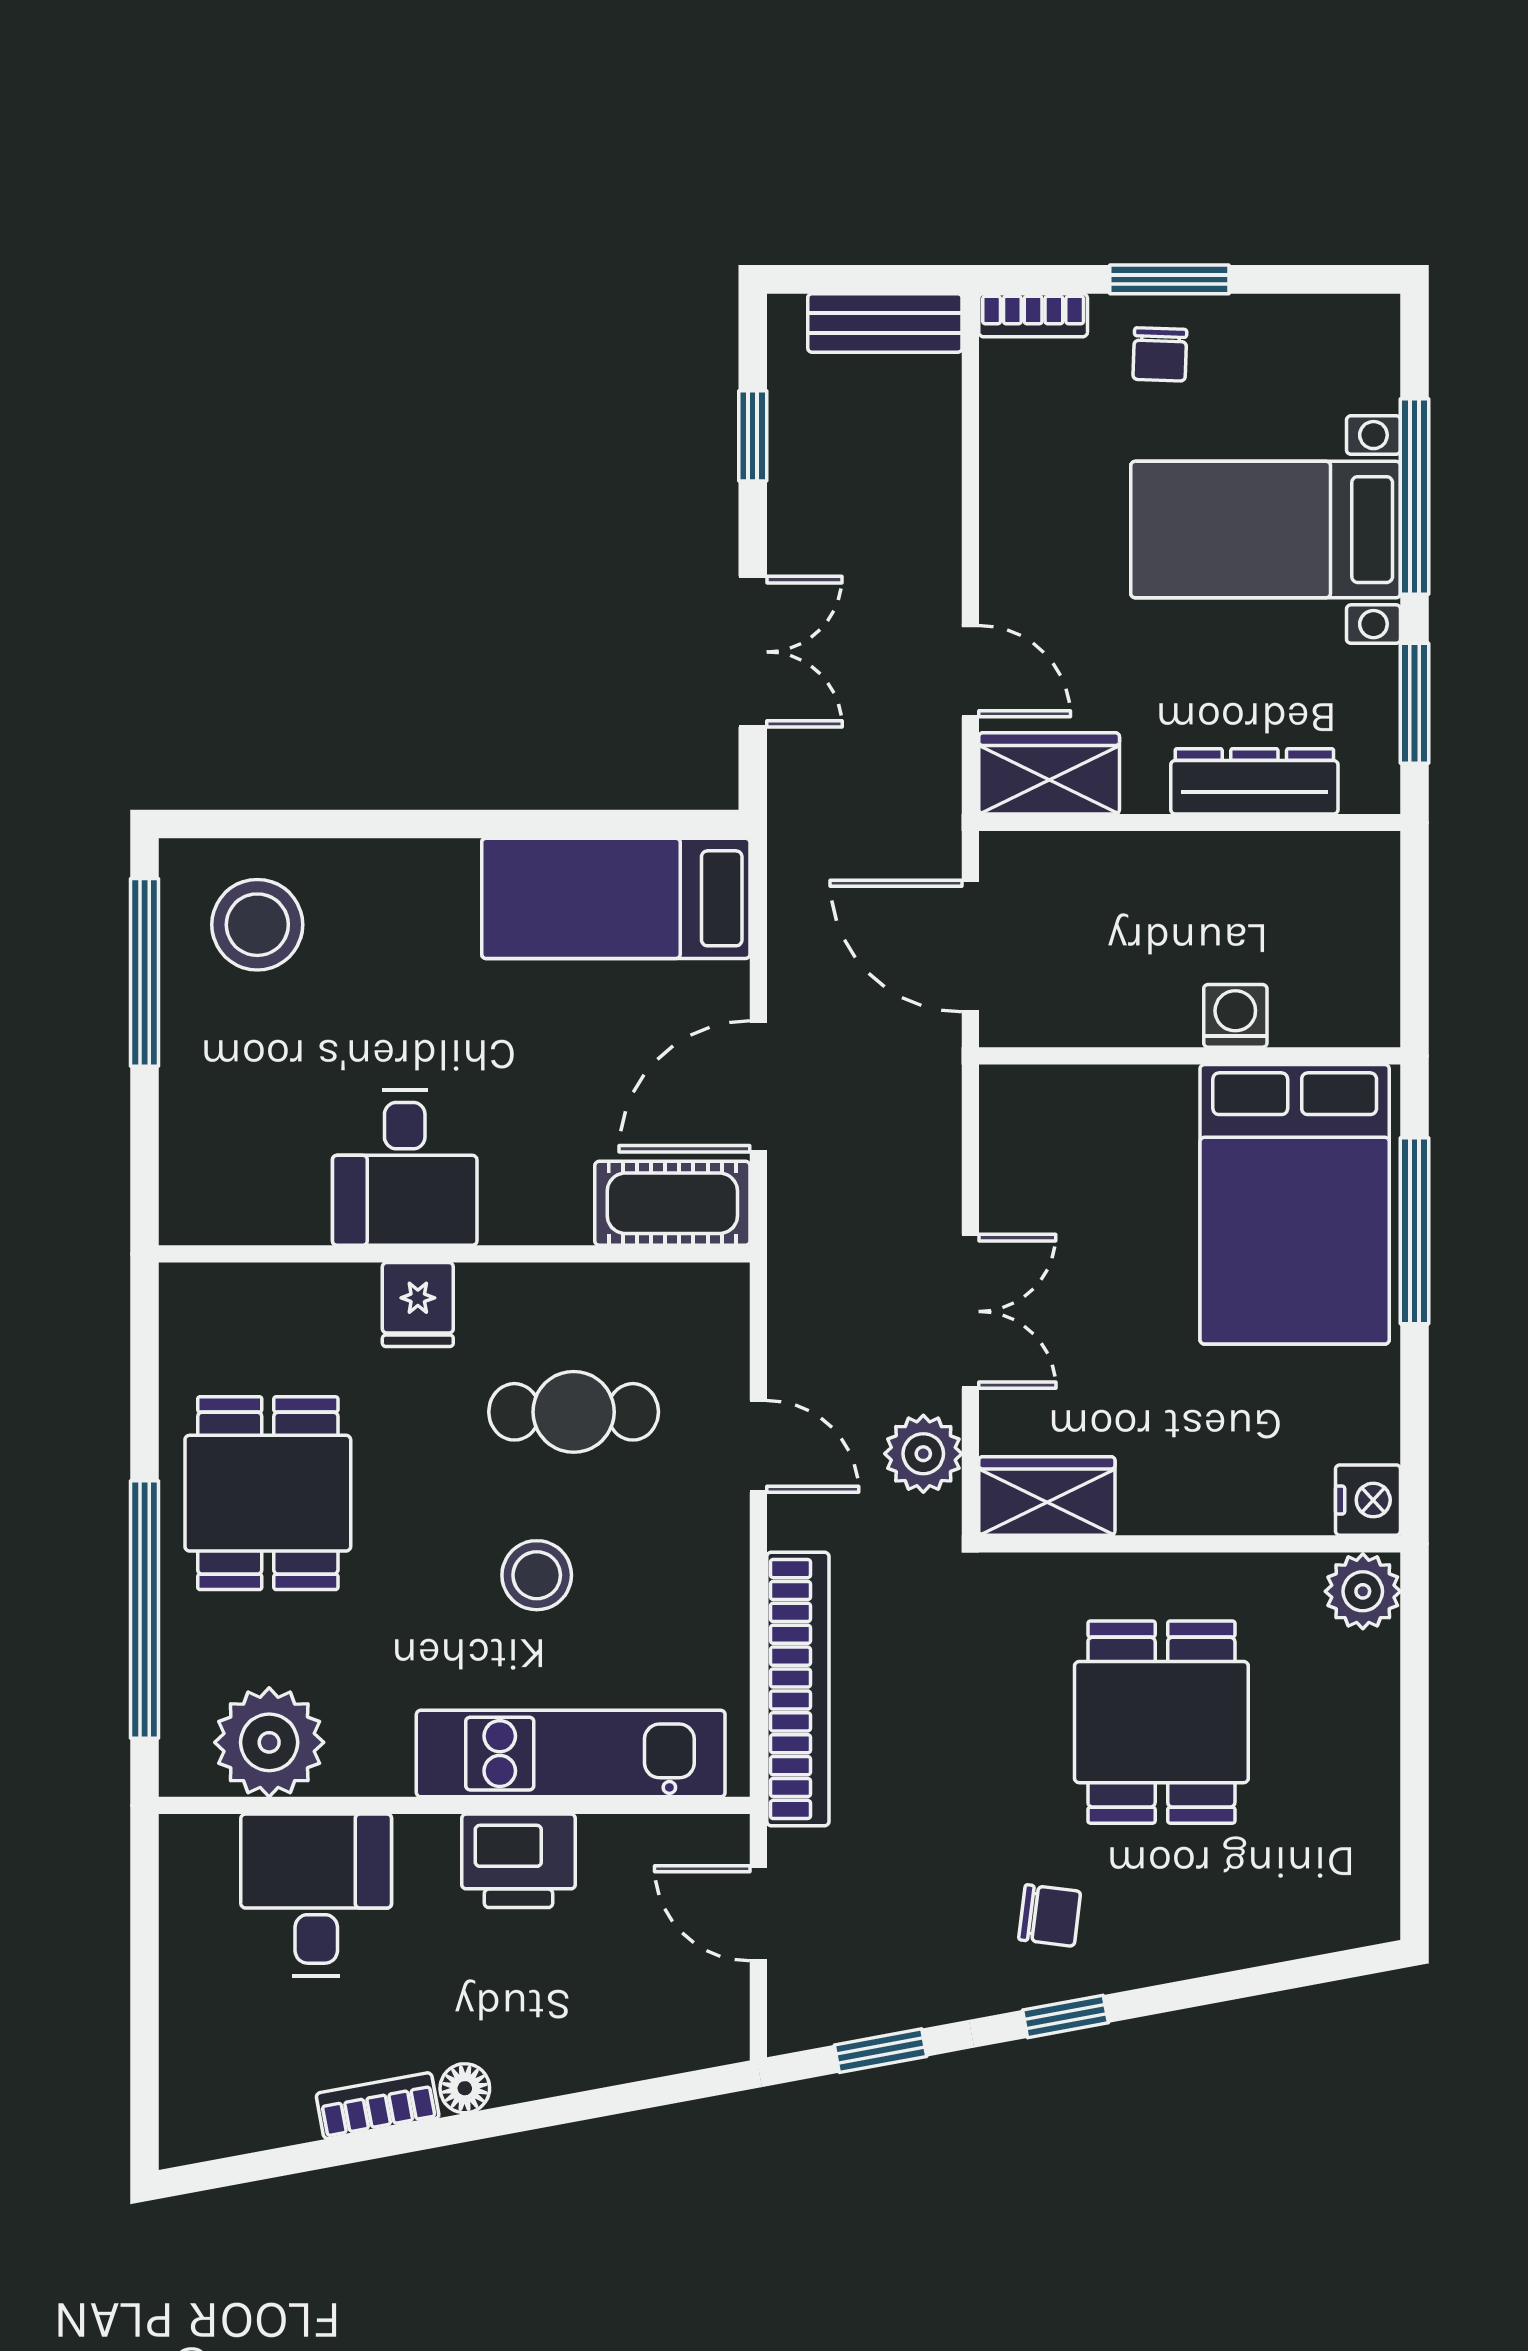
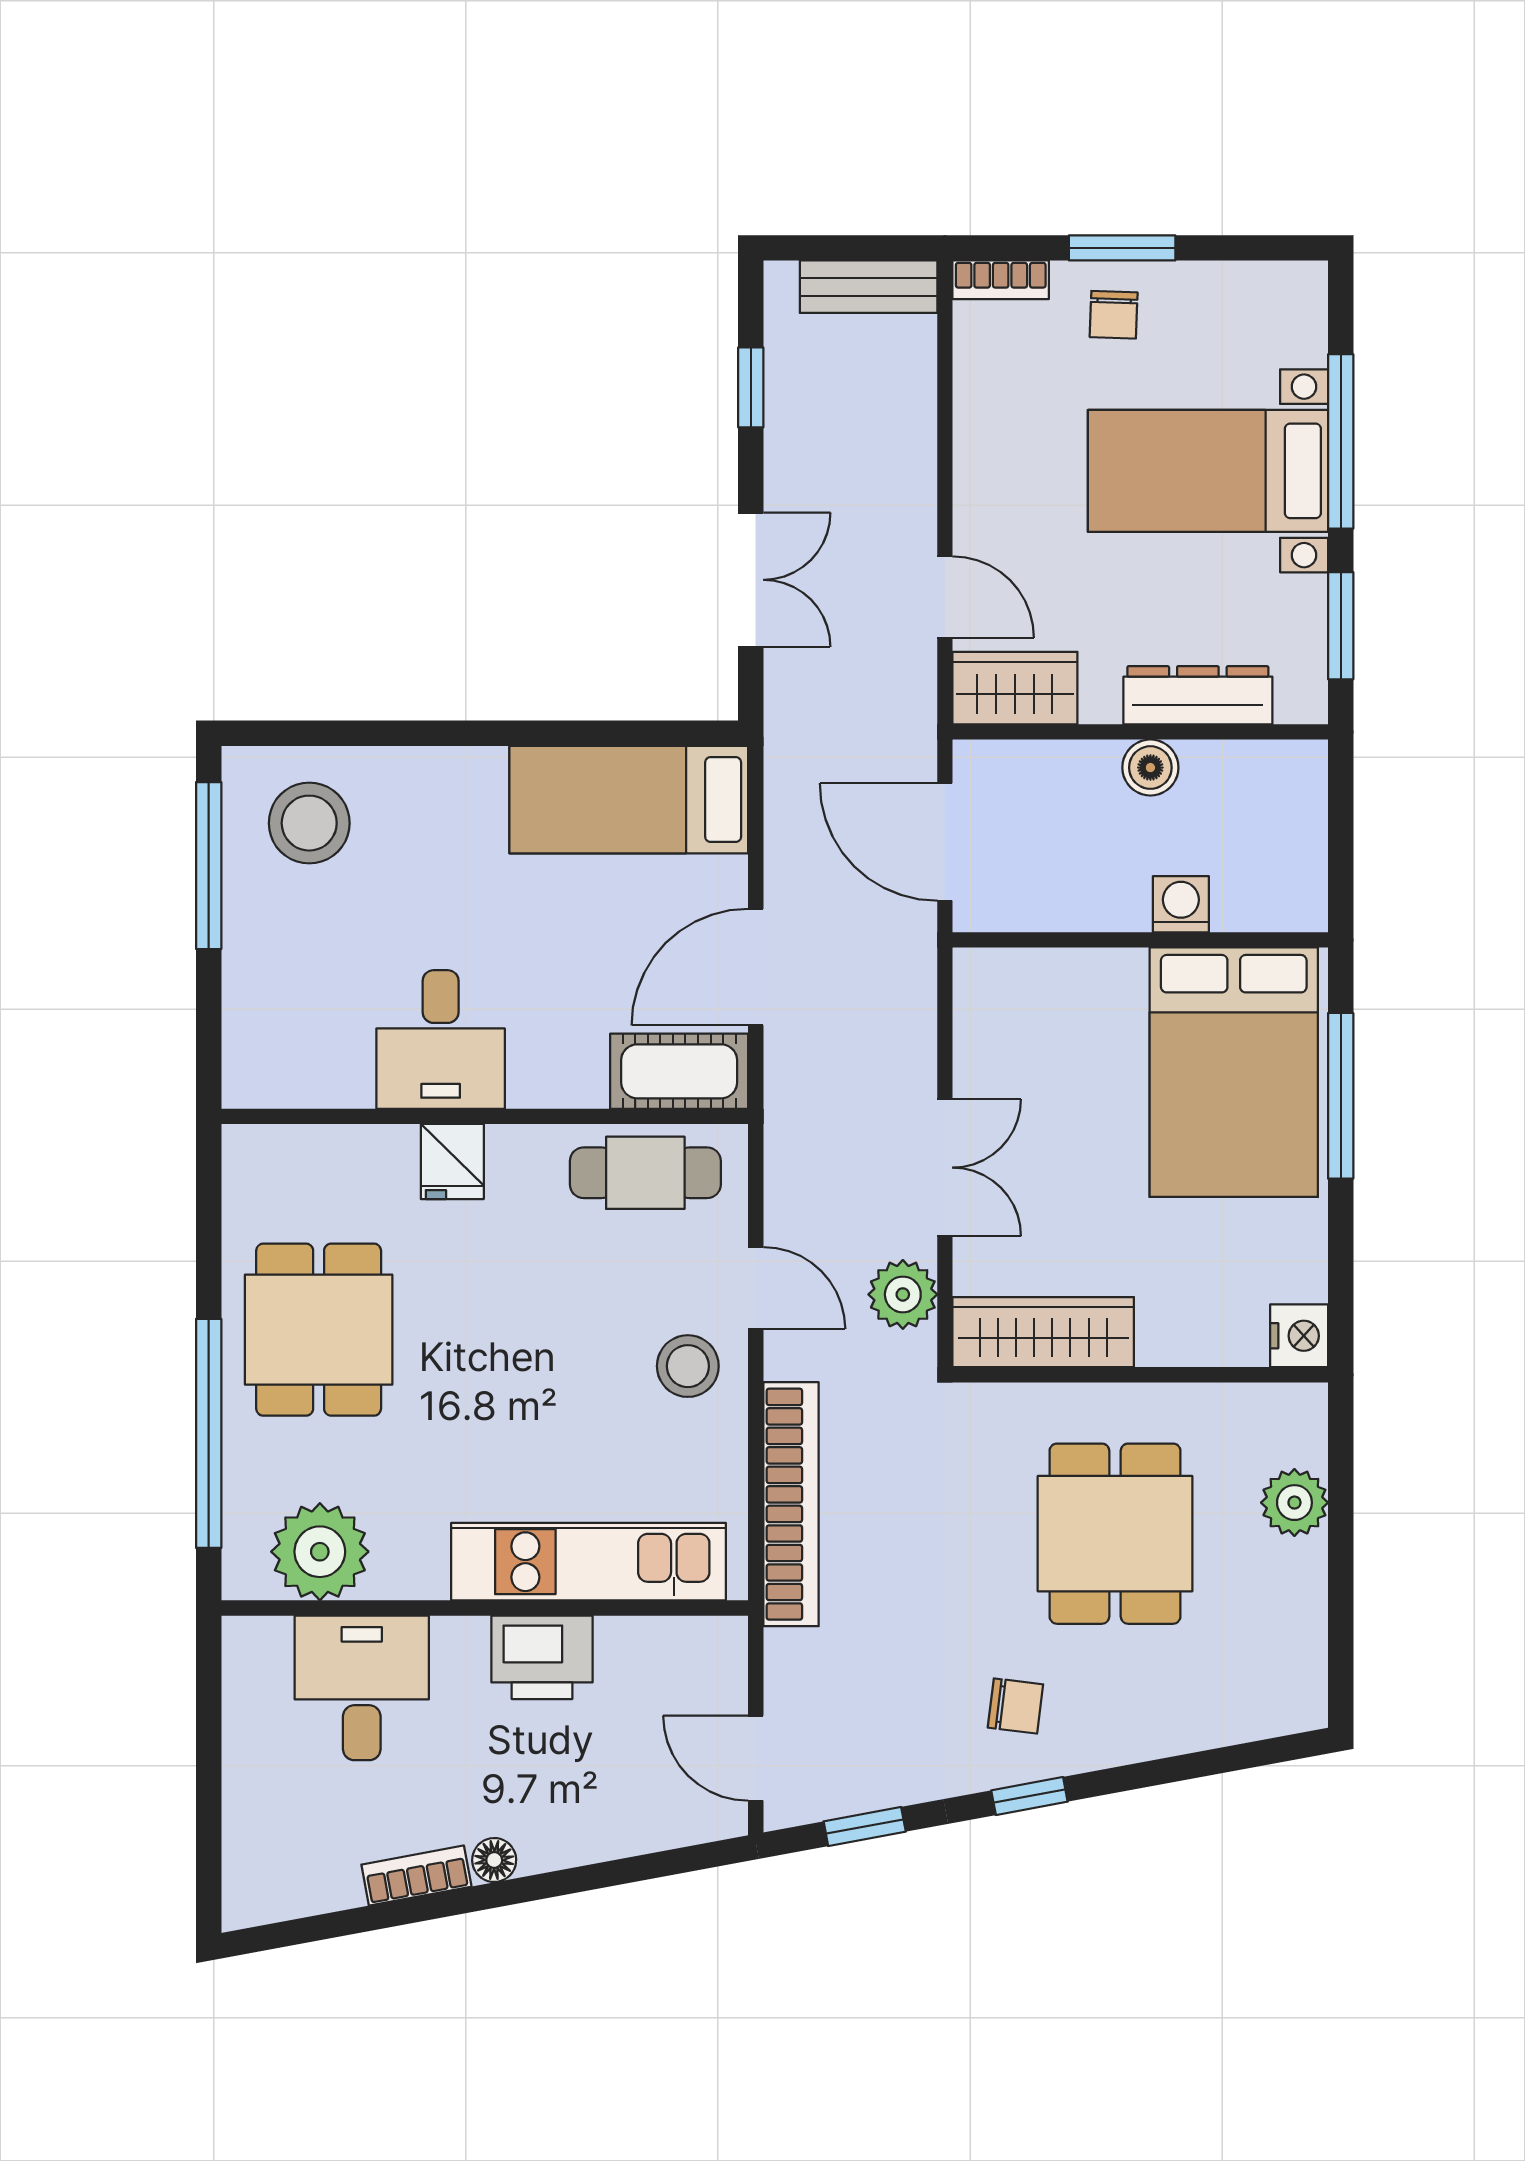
boiler: (1201, 862) -> (1150, 768), added
cafe table: (574, 1412) -> (645, 1173), moved
wardrobe: (1047, 1496) -> (1043, 1332), width x1.50
stool: (537, 1575) -> (688, 1366), moved
plant: (1363, 1591) -> (1294, 1503), moved
door: (758, 1913) -> (756, 1758), moved

